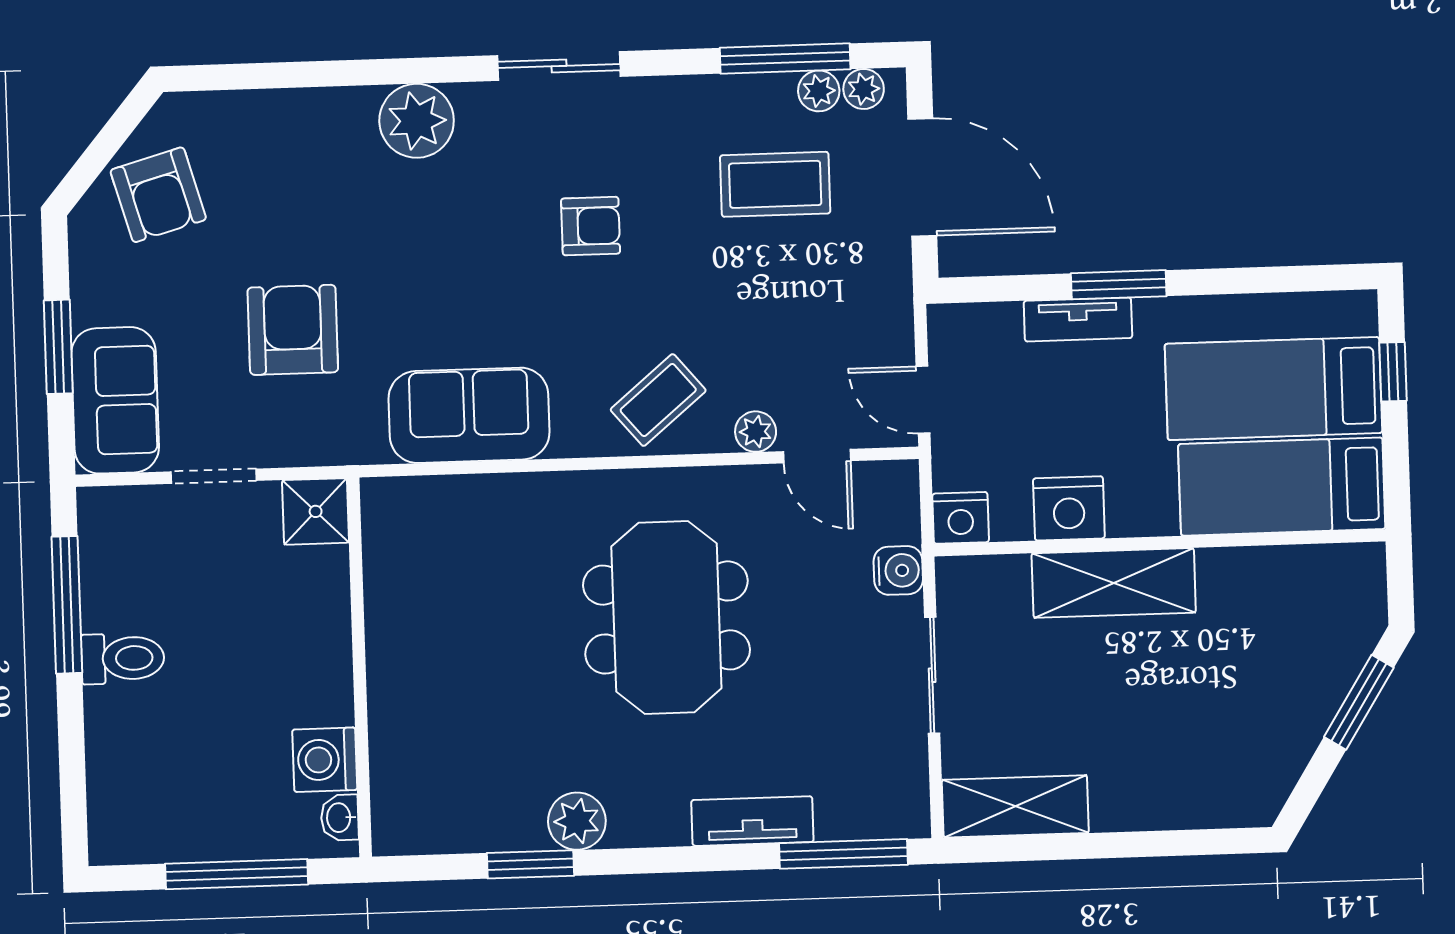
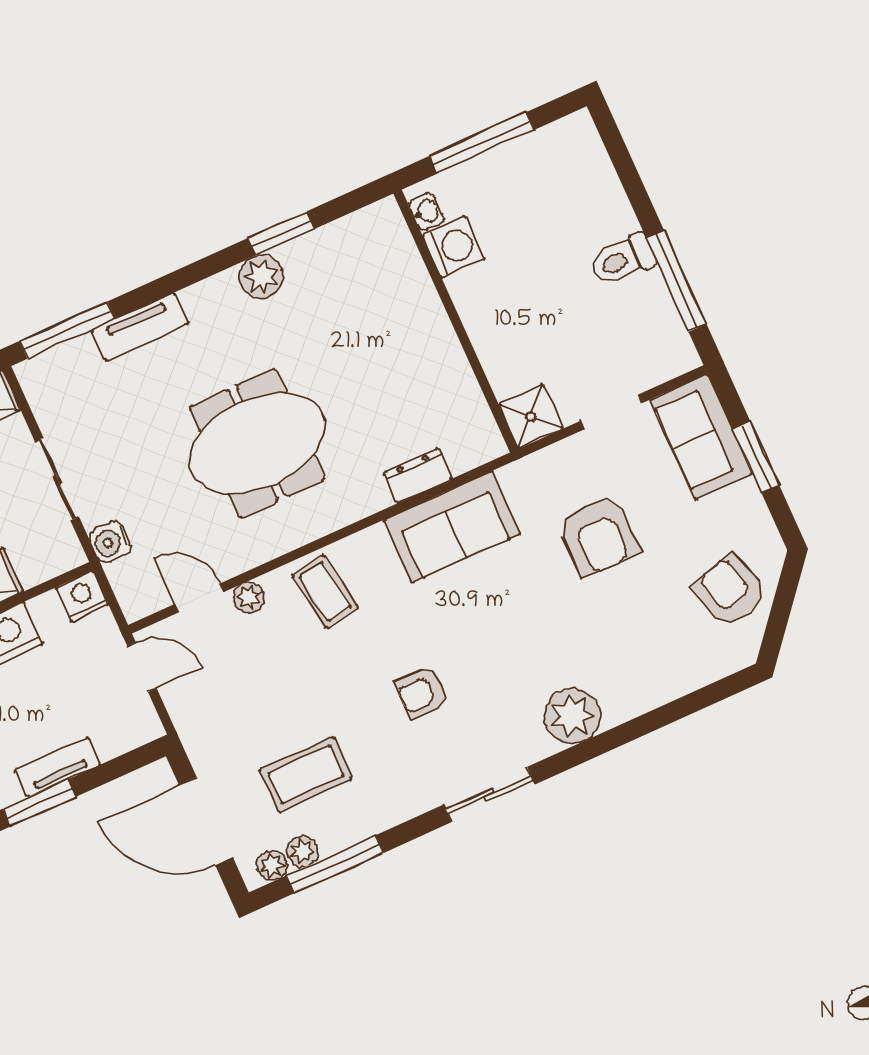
coffee table: (658, 400) -> (325, 592), turned -59
dresser: (485, 496) -> (418, 476), added
meeting table: (666, 617) -> (257, 443), turned 90

